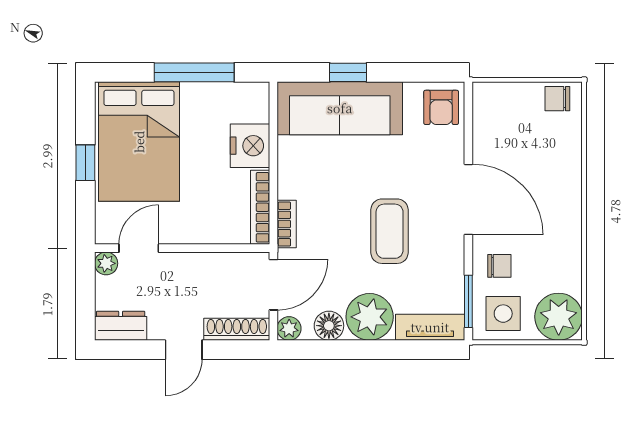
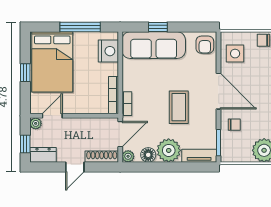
nightstand: (250, 146) -> (108, 51), moved
window: (85, 304) -> (25, 144), added
side table: (503, 314) -> (235, 54), moved

